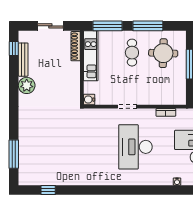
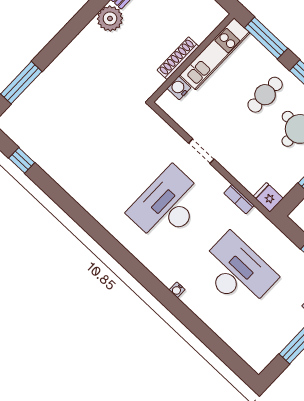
shoe rack: (76, 46) -> (178, 58), moved
fridge: (179, 99) -> (268, 197), added
water cooler: (89, 100) -> (179, 88), moved

